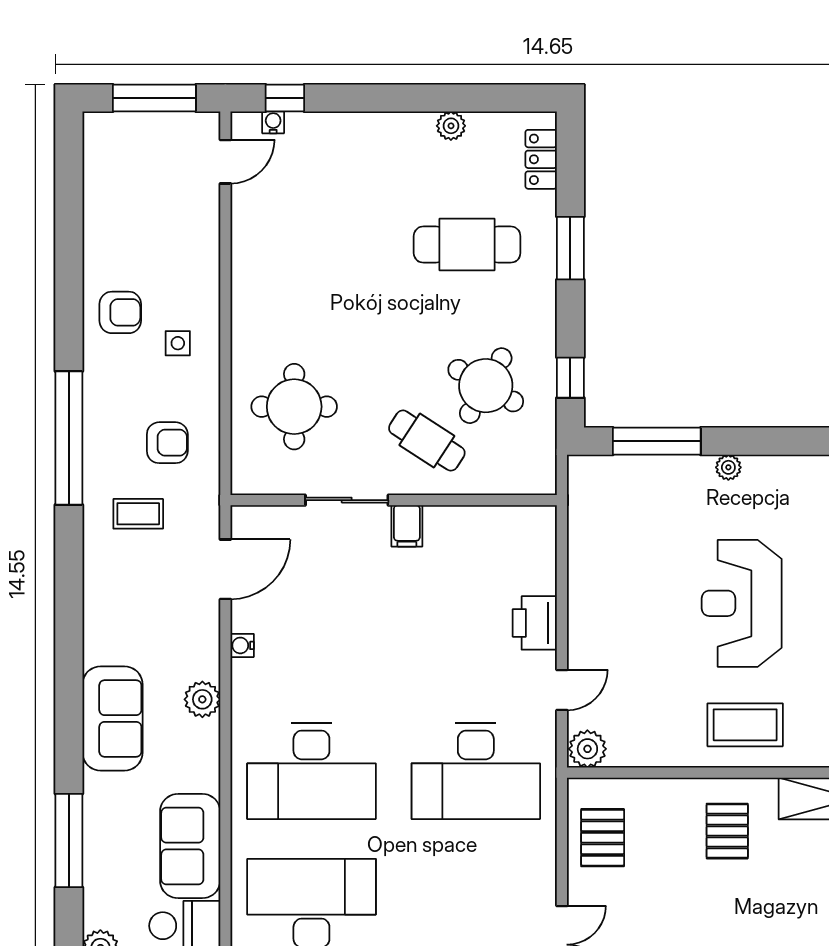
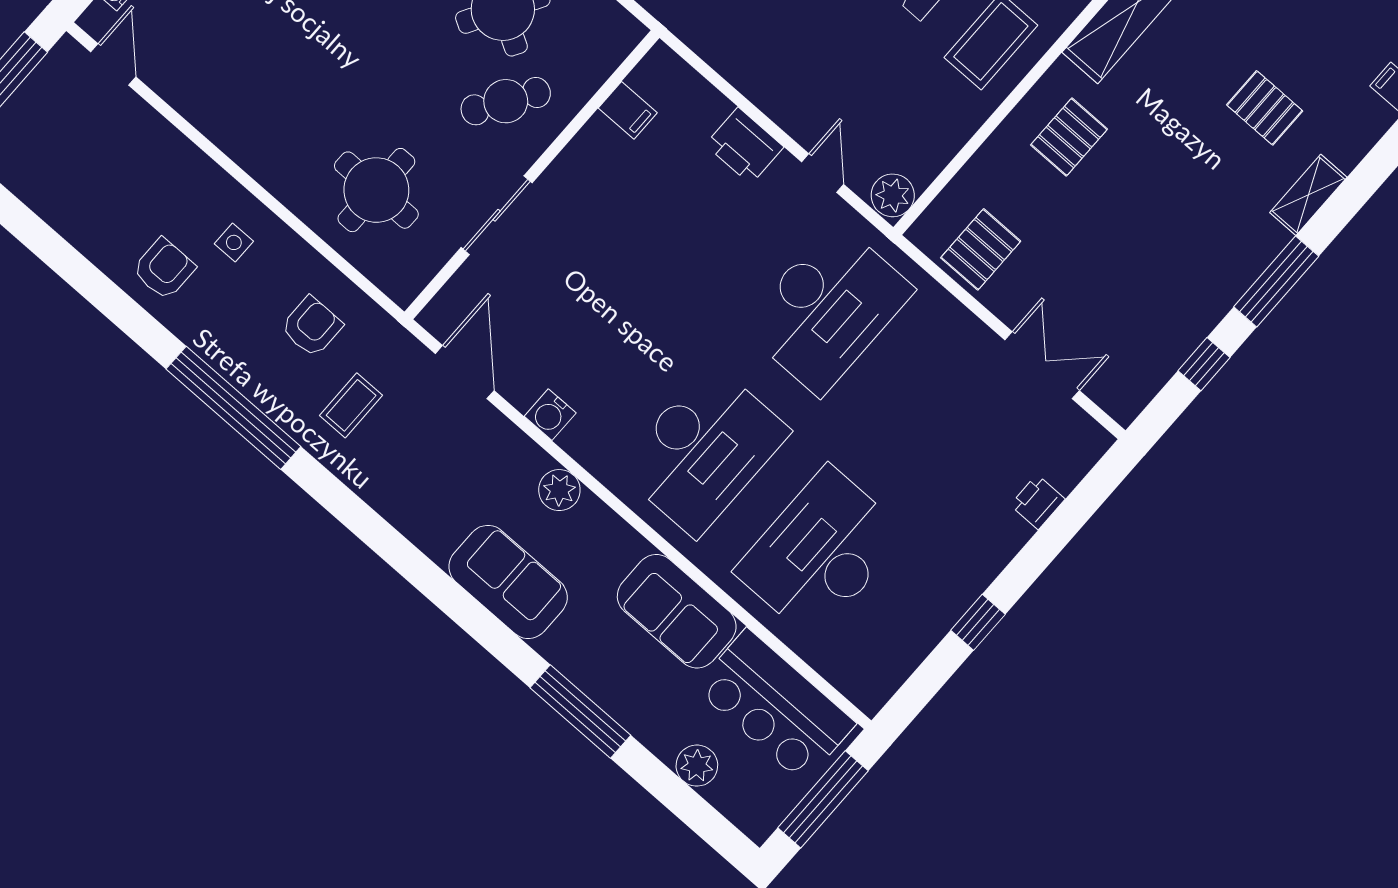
filing cabinet: (407, 526) -> (628, 110), moved
water cooler: (242, 645) -> (550, 415), width x1.38, depth x1.38
pallet: (727, 831) -> (1069, 137), turned 90
pallet: (603, 838) -> (981, 249), turned 90

